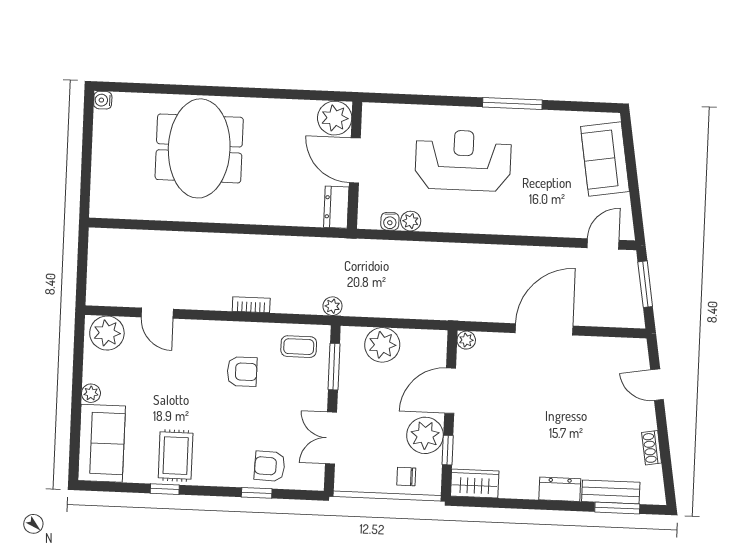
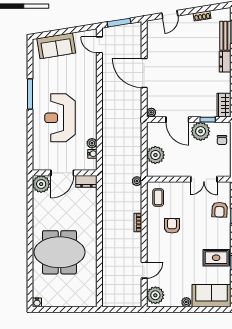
window: (334, 367) -> (168, 179), removed

